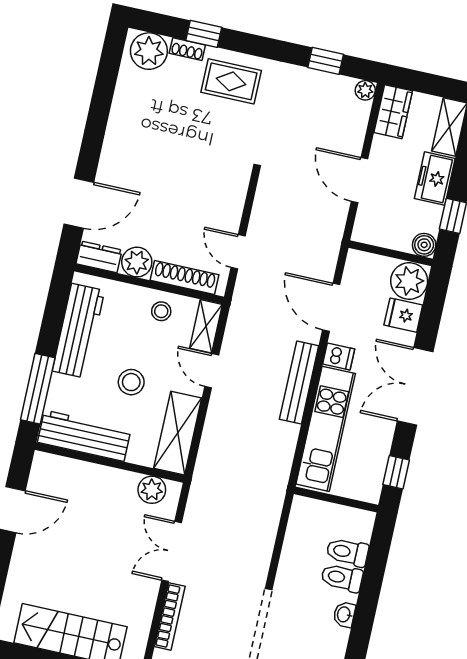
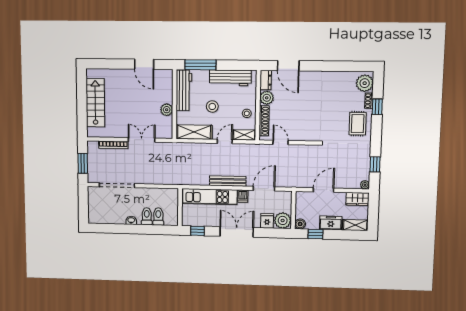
door: (238, 252) -> (281, 142), hinge flipped
plant: (152, 490) -> (167, 110), moved

